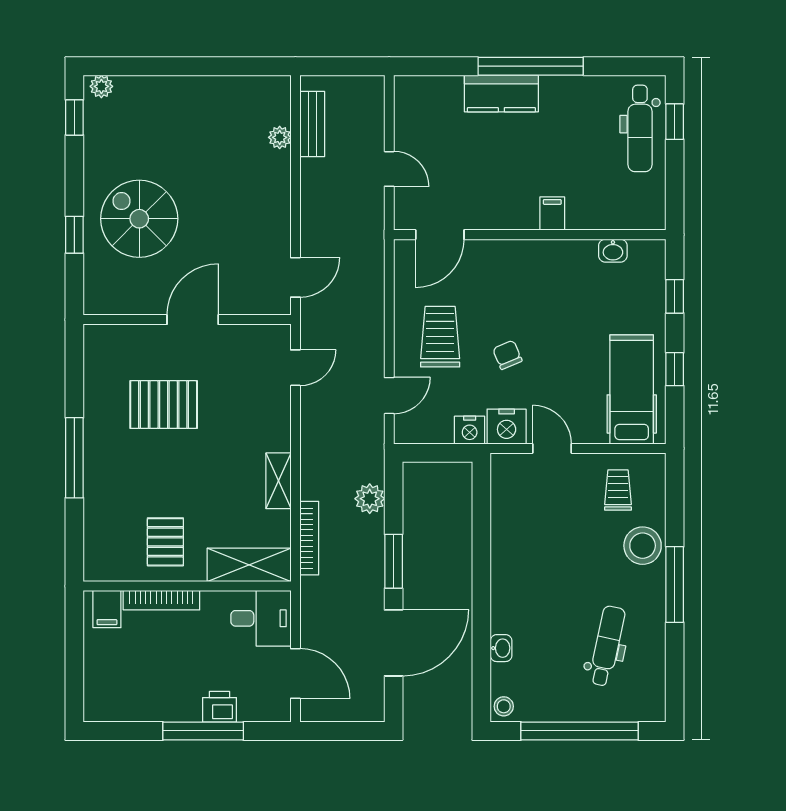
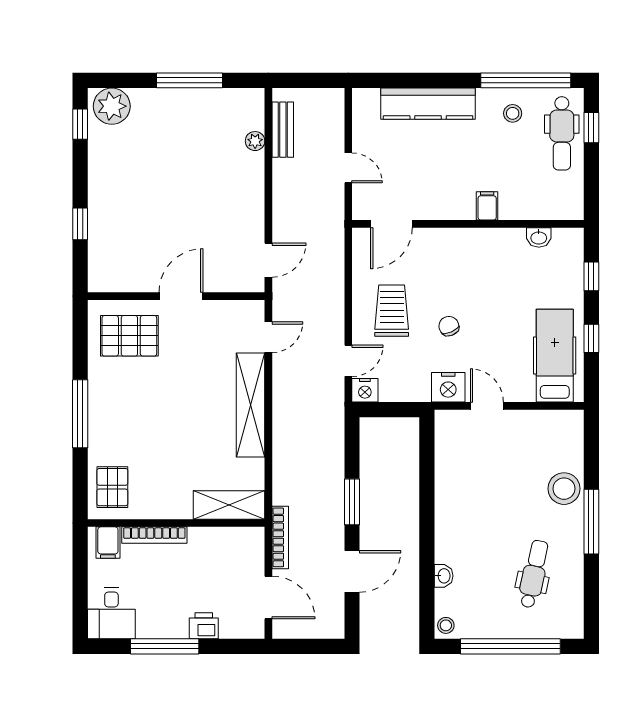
window: (203, 66) -> (189, 80), added
window: (531, 66) -> (526, 80), moved
plant: (101, 86) -> (112, 106), width x1.88, depth x1.88
kitchen counter: (501, 93) -> (428, 104), width x1.50
stool: (582, 105) -> (513, 113), added
spiral stairs: (139, 219) -> (135, 210), removed
pallet: (164, 405) -> (129, 336), moved
nightstand: (470, 430) -> (365, 390), moved
shelving: (279, 481) -> (250, 405), width x2.20, depth x1.33
trolley: (618, 490) -> (543, 441), removed
plant: (370, 499) -> (332, 449), removed
bookcase: (309, 538) -> (280, 537), moved
pallet: (165, 542) -> (112, 487), moved
desk: (261, 618) -> (111, 613), moved, turned 90
door: (394, 643) -> (352, 571), width x0.73
window: (203, 731) -> (165, 646), moved

